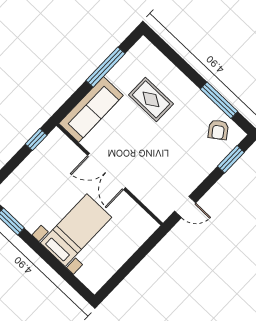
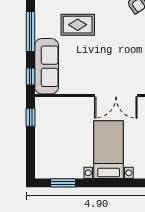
window: (69, 105) -> (30, 77), added
double door: (107, 172) -> (116, 95), moved

